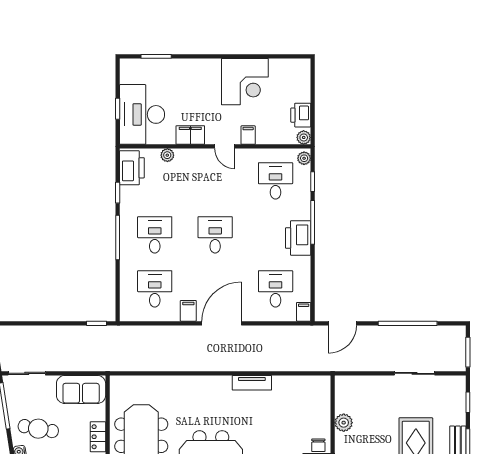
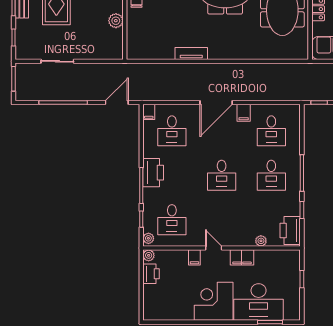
corner desk: (245, 82) -> (214, 301), moved
desk: (142, 114) -> (259, 302), moved, turned 90

